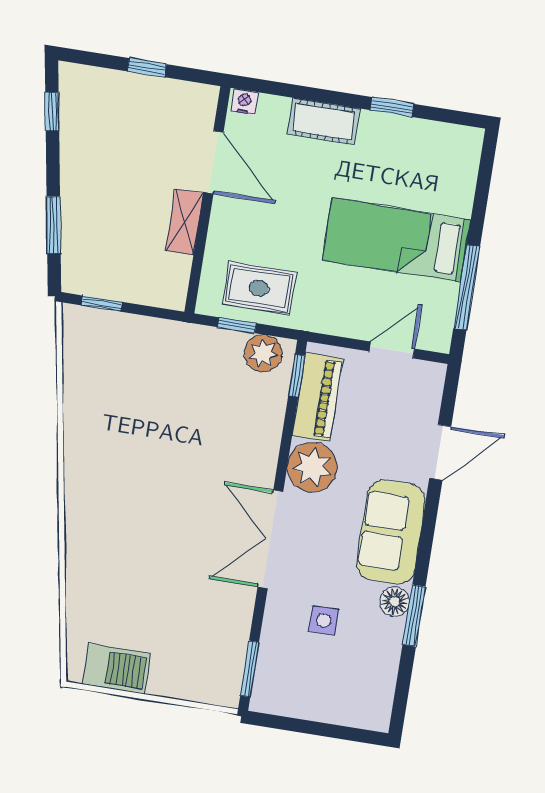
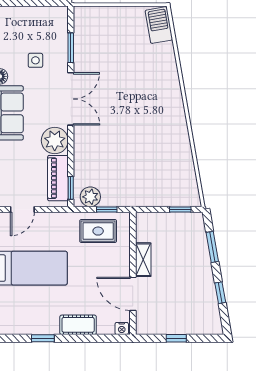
window: (52, 112) -> (220, 293), moved
barbecue: (116, 669) -> (159, 25), moved, turned 80
window: (250, 669) -> (71, 48), moved

